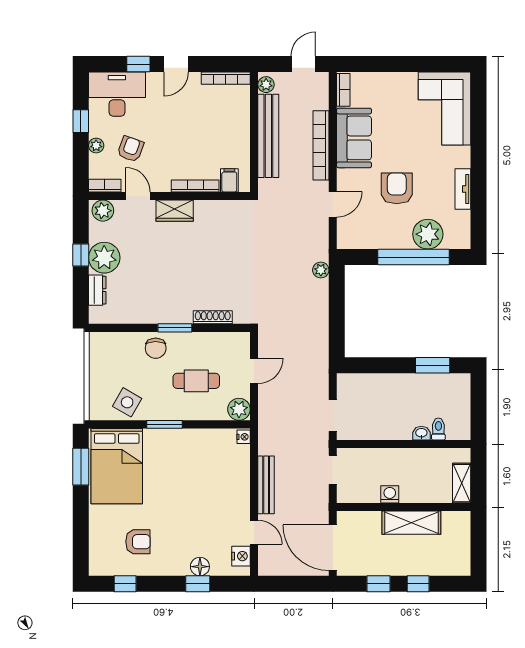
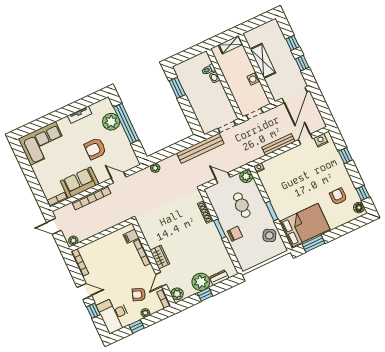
bench: (268, 136) -> (200, 148), moved
floor lamp: (200, 567) -> (359, 208), moved

